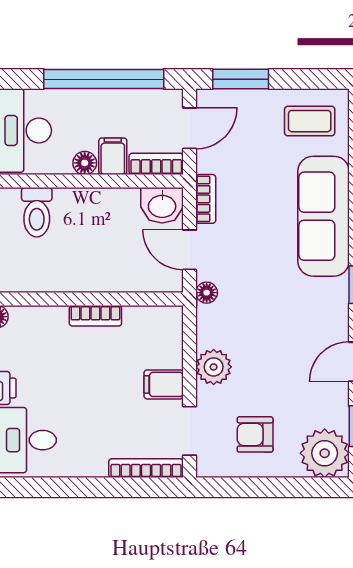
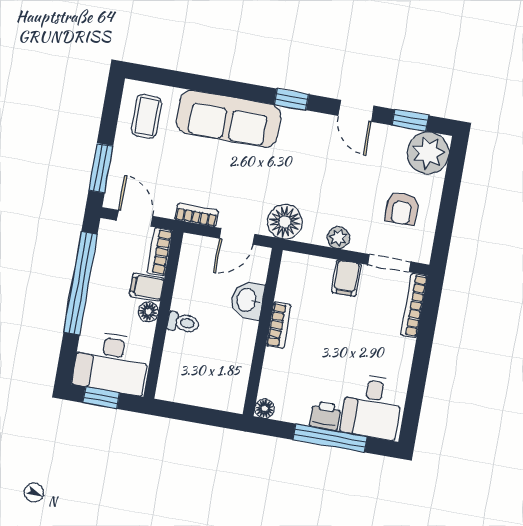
washbasin: (162, 205) -> (247, 300), moved, turned 180
toilet: (37, 212) -> (183, 323), moved, width x0.73, depth x0.72
floor lamp: (207, 293) -> (285, 222), width x1.89, depth x1.89
plant: (214, 367) -> (338, 238), width x0.73, depth x0.73

